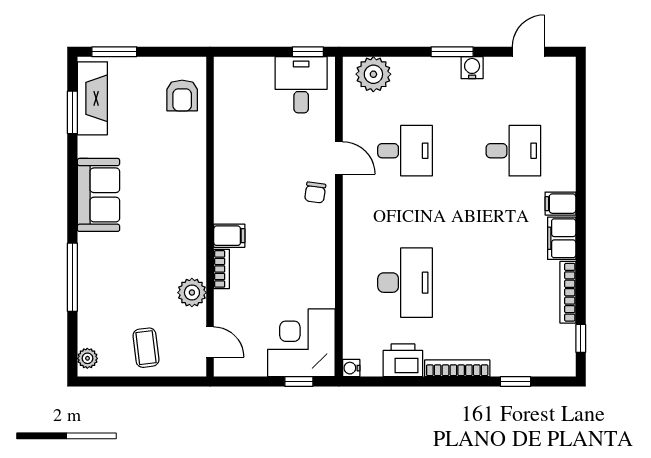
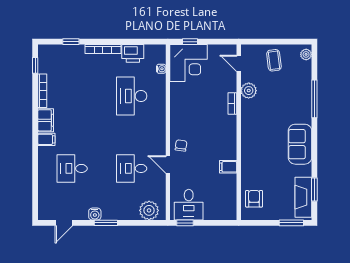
filing cabinet: (229, 236) -> (228, 167), moved
water cooler: (351, 368) -> (161, 69), moved

